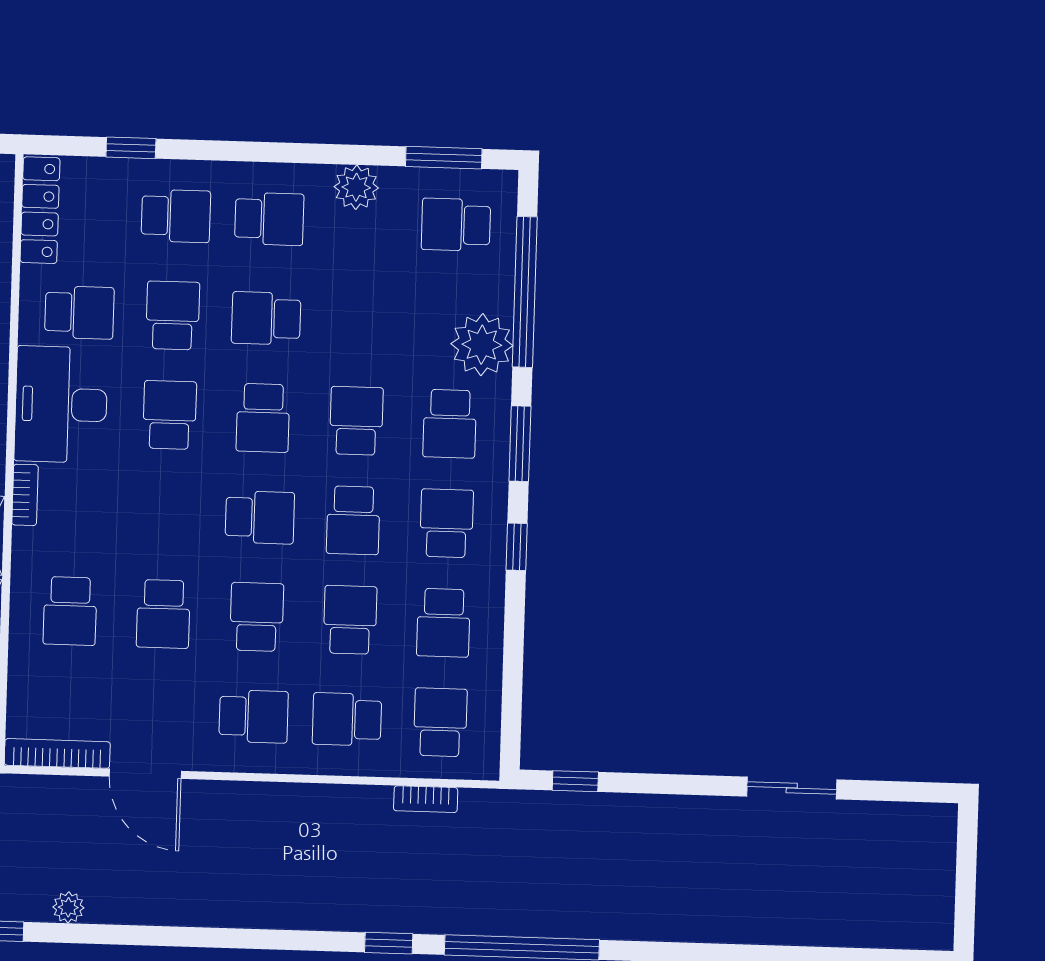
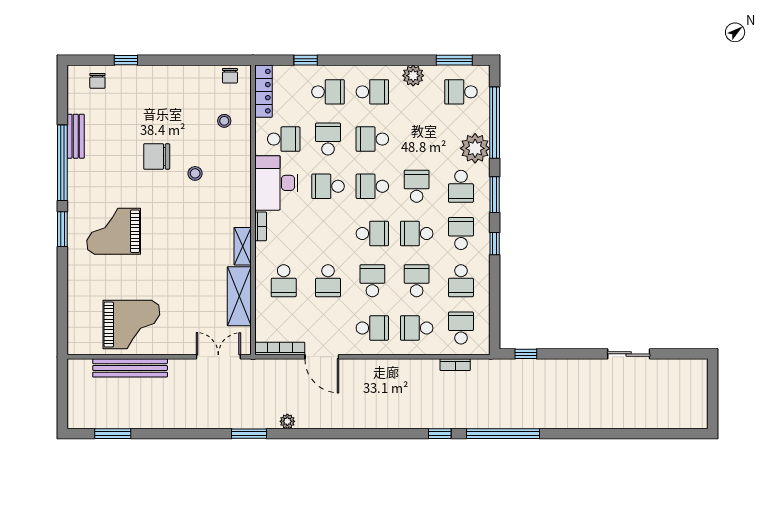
school desk: (170, 415) -> (328, 186), turned -90
school desk: (263, 418) -> (372, 186), turned 90
school desk: (353, 520) -> (417, 234), turned 90

